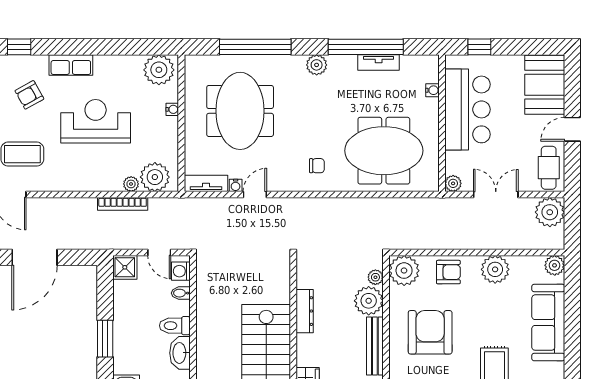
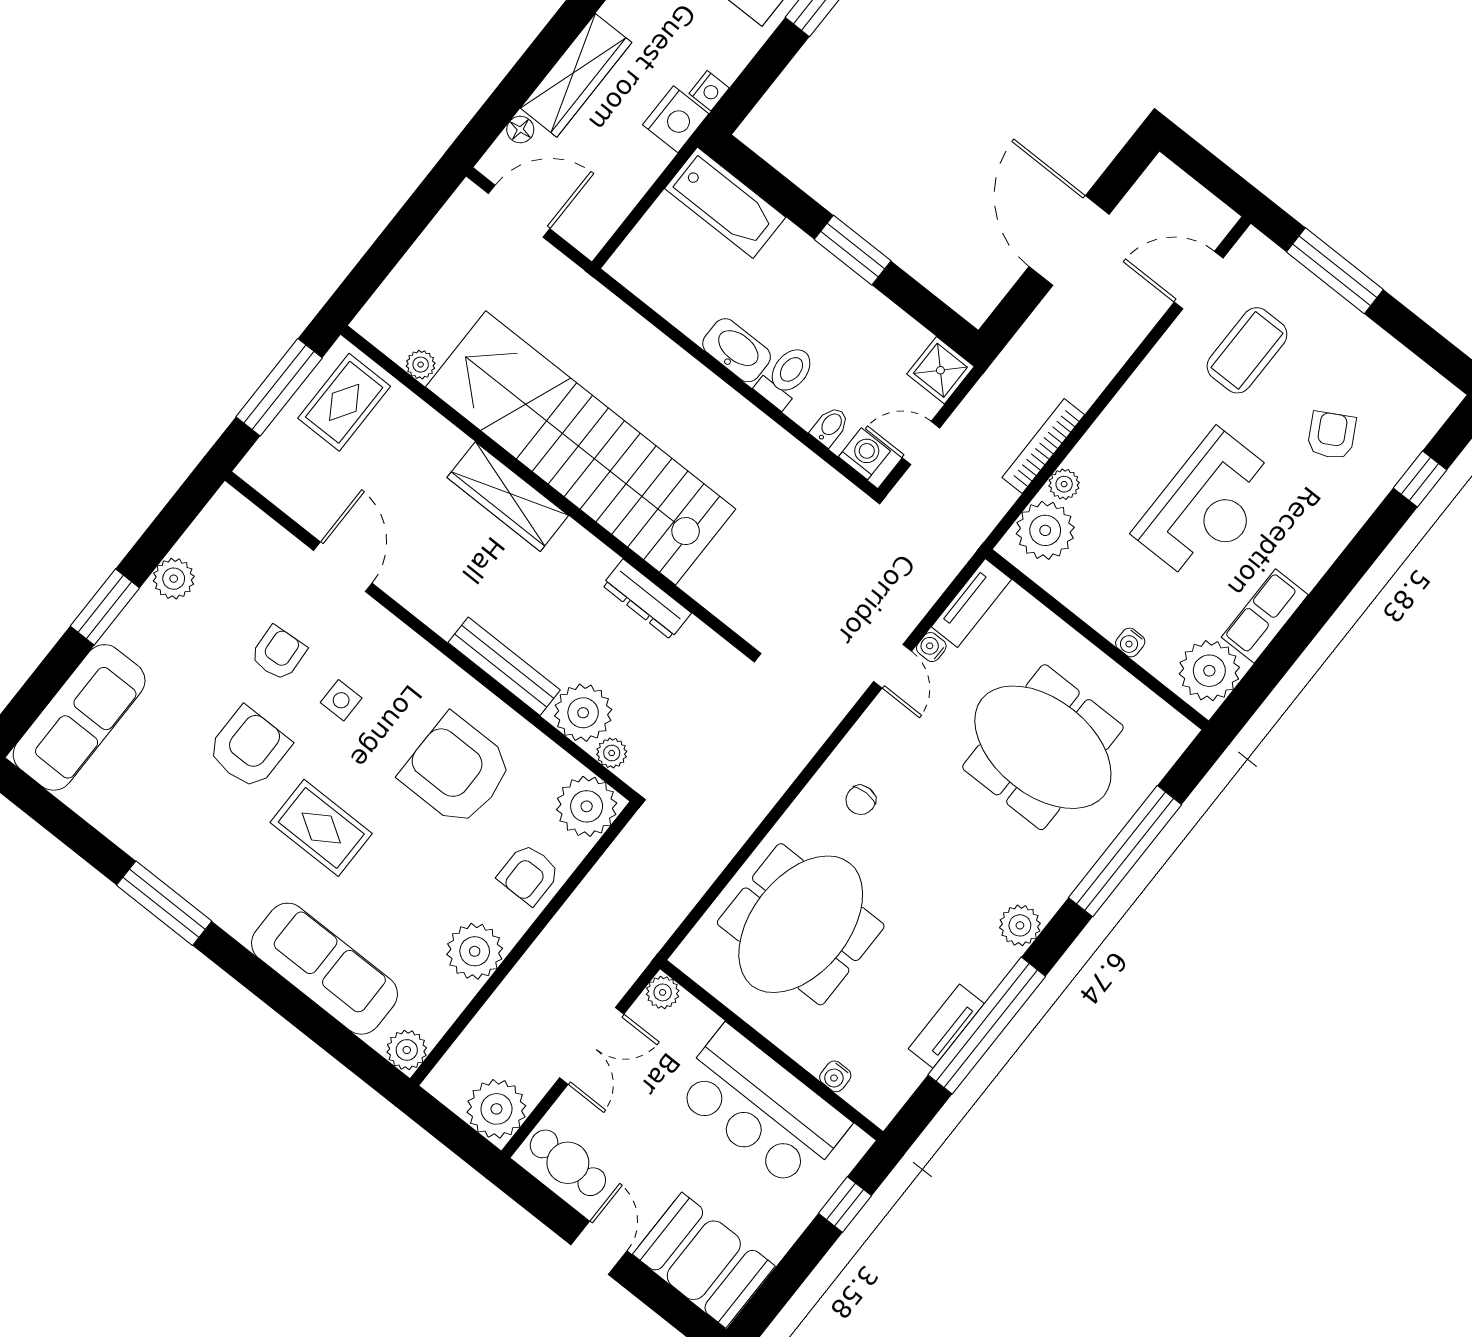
row of seats: (71, 65) -> (1265, 616), moved
armchair: (430, 332) -> (457, 770), turned 180

